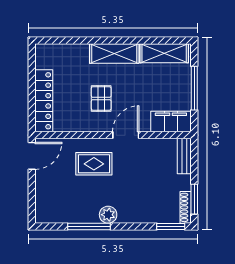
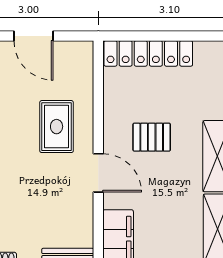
door: (32, 156) -> (34, 36), moved

